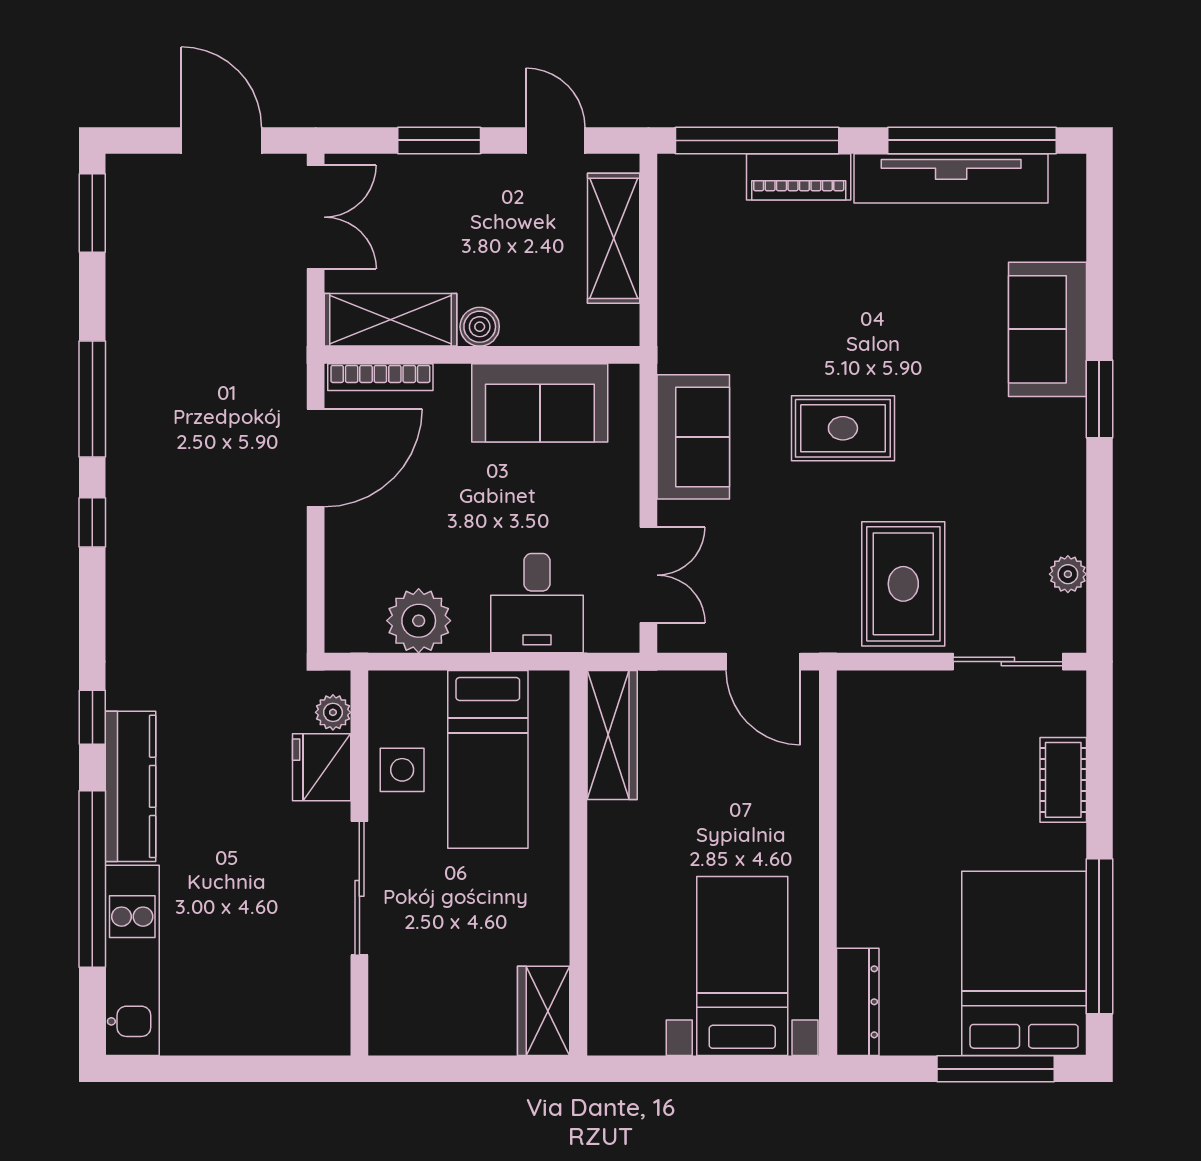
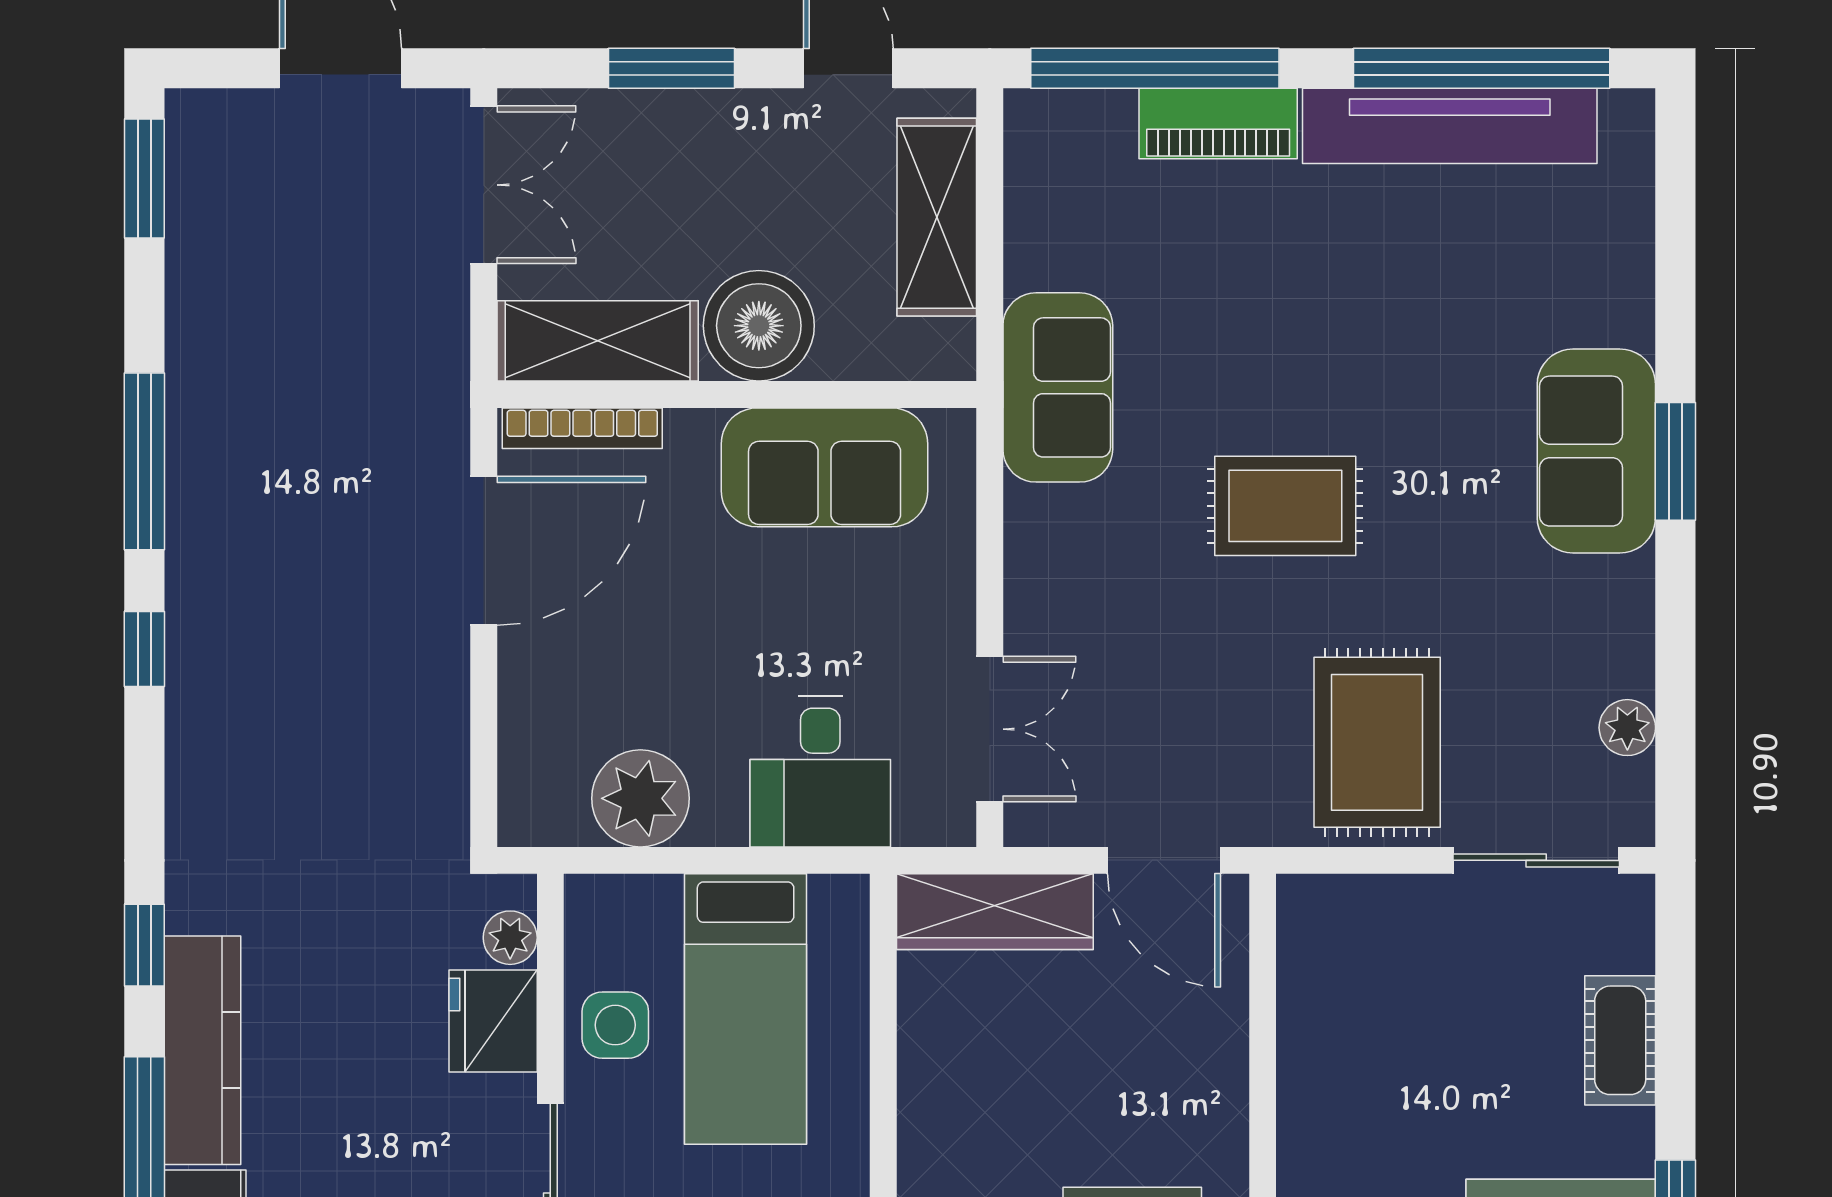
boiler: (480, 327) -> (759, 326), width x1.86, depth x1.86
sofa: (1048, 329) -> (1596, 451), moved
sofa: (693, 437) -> (1058, 387), moved
wardrobe: (612, 735) -> (995, 912), moved, turned 90

